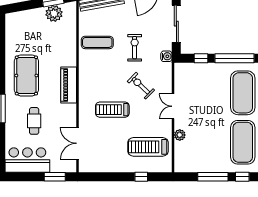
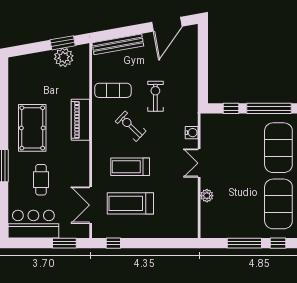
sliding door: (176, 24) -> (203, 69), removed
water cooler: (166, 56) -> (192, 133), moved
piano: (69, 85) -> (80, 120), moved
exercise bike: (141, 86) -> (131, 126), moved
treadmill: (148, 147) -> (130, 203), moved
window: (141, 177) -> (113, 243), moved

